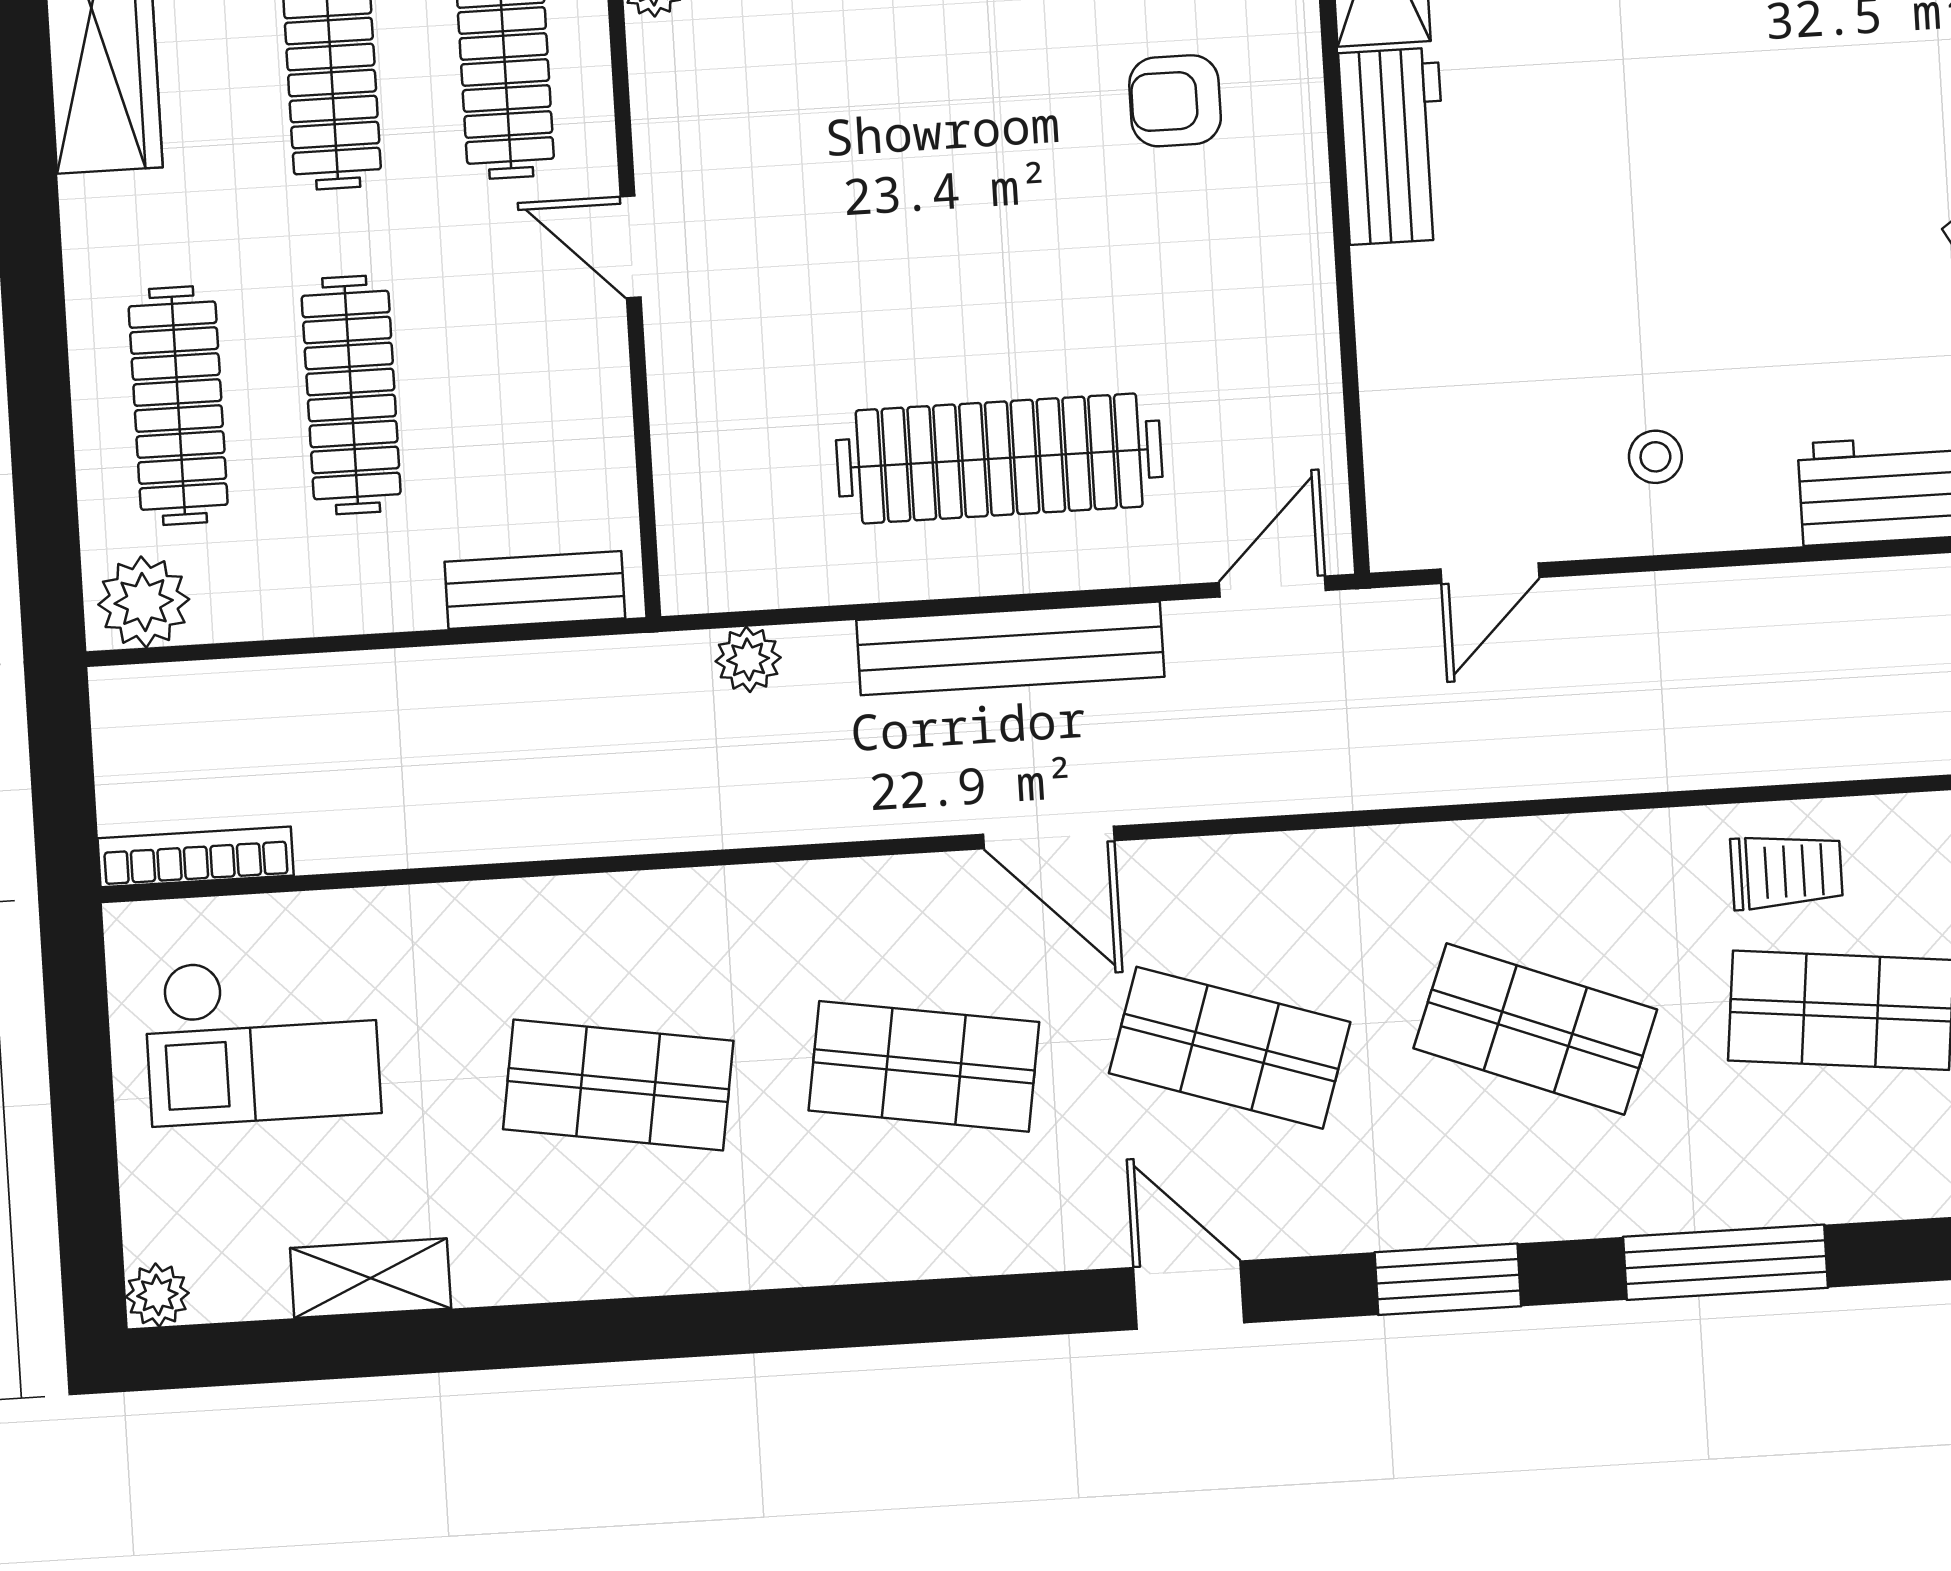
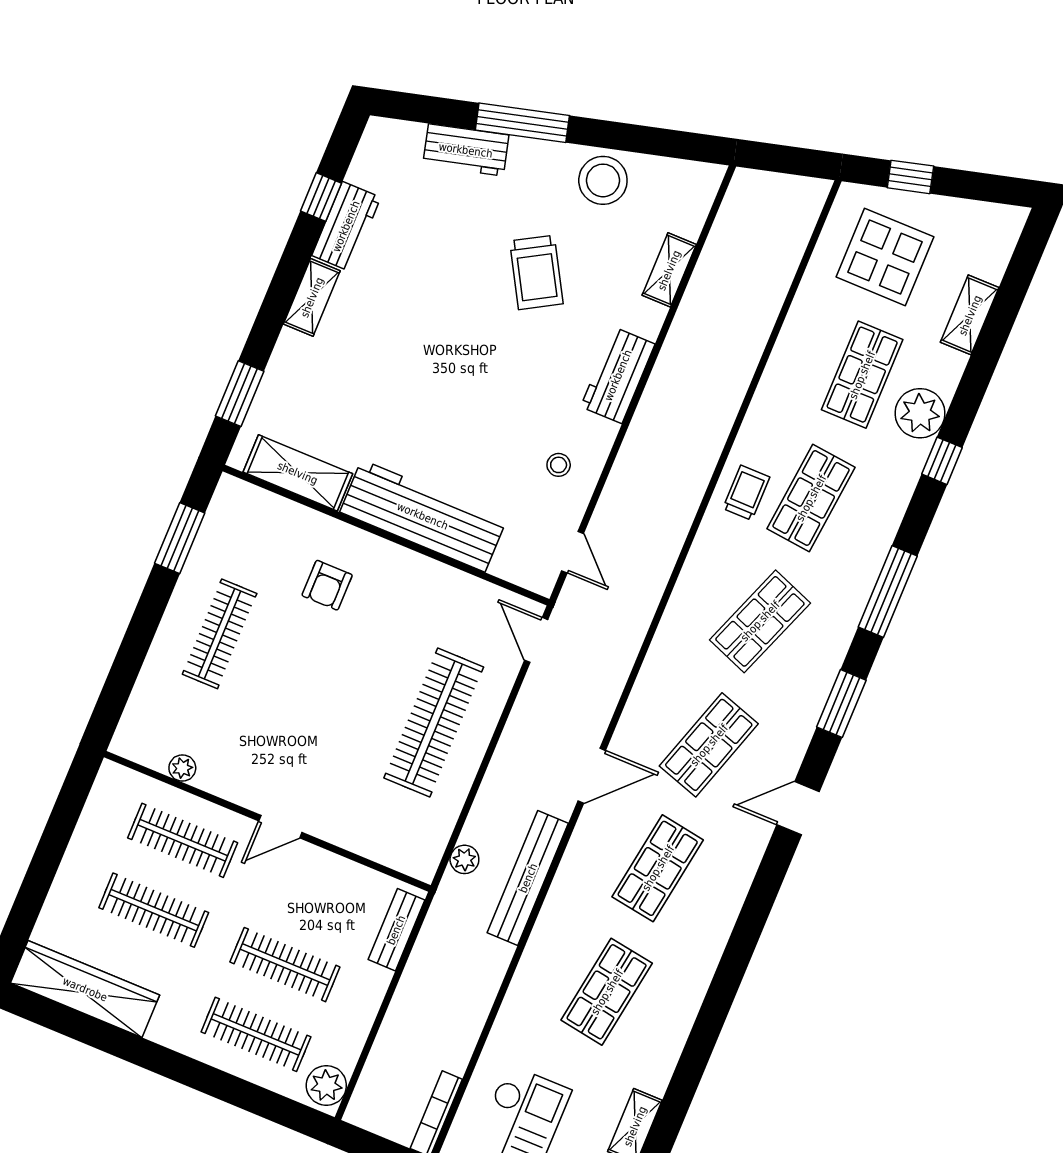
workbench: (1394, 146) -> (423, 516), width x1.88, depth x1.32
bench: (1010, 648) -> (528, 878), moved

